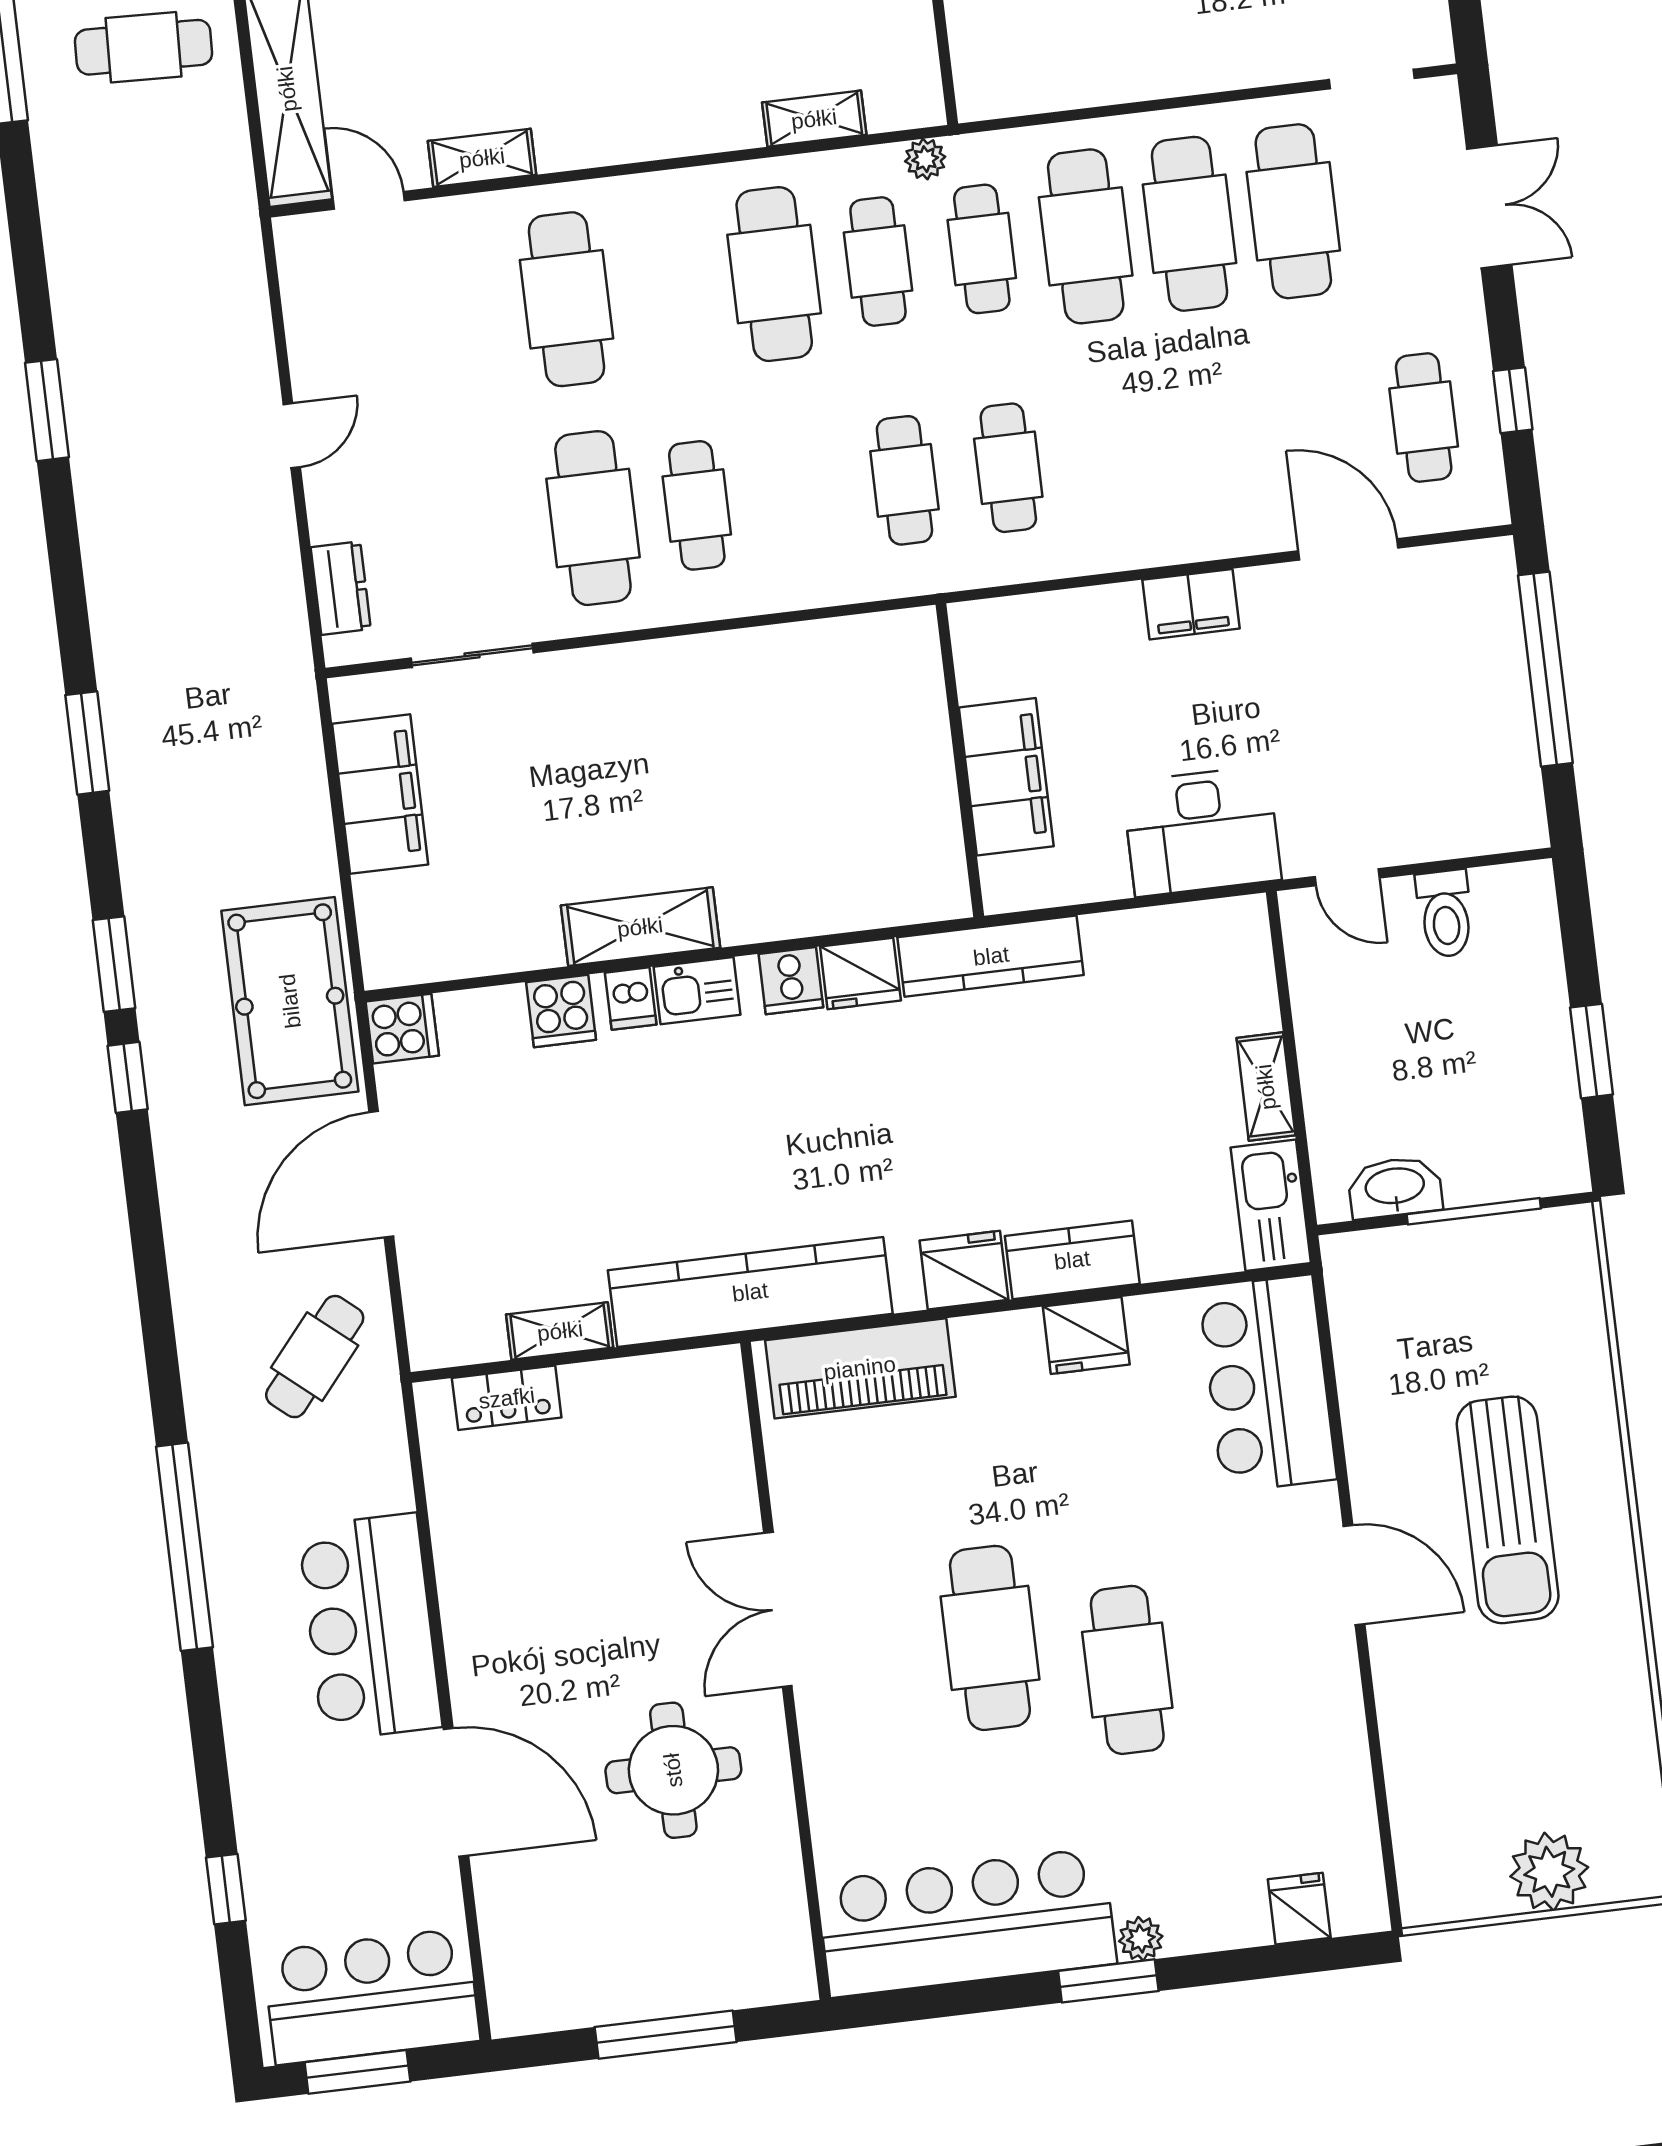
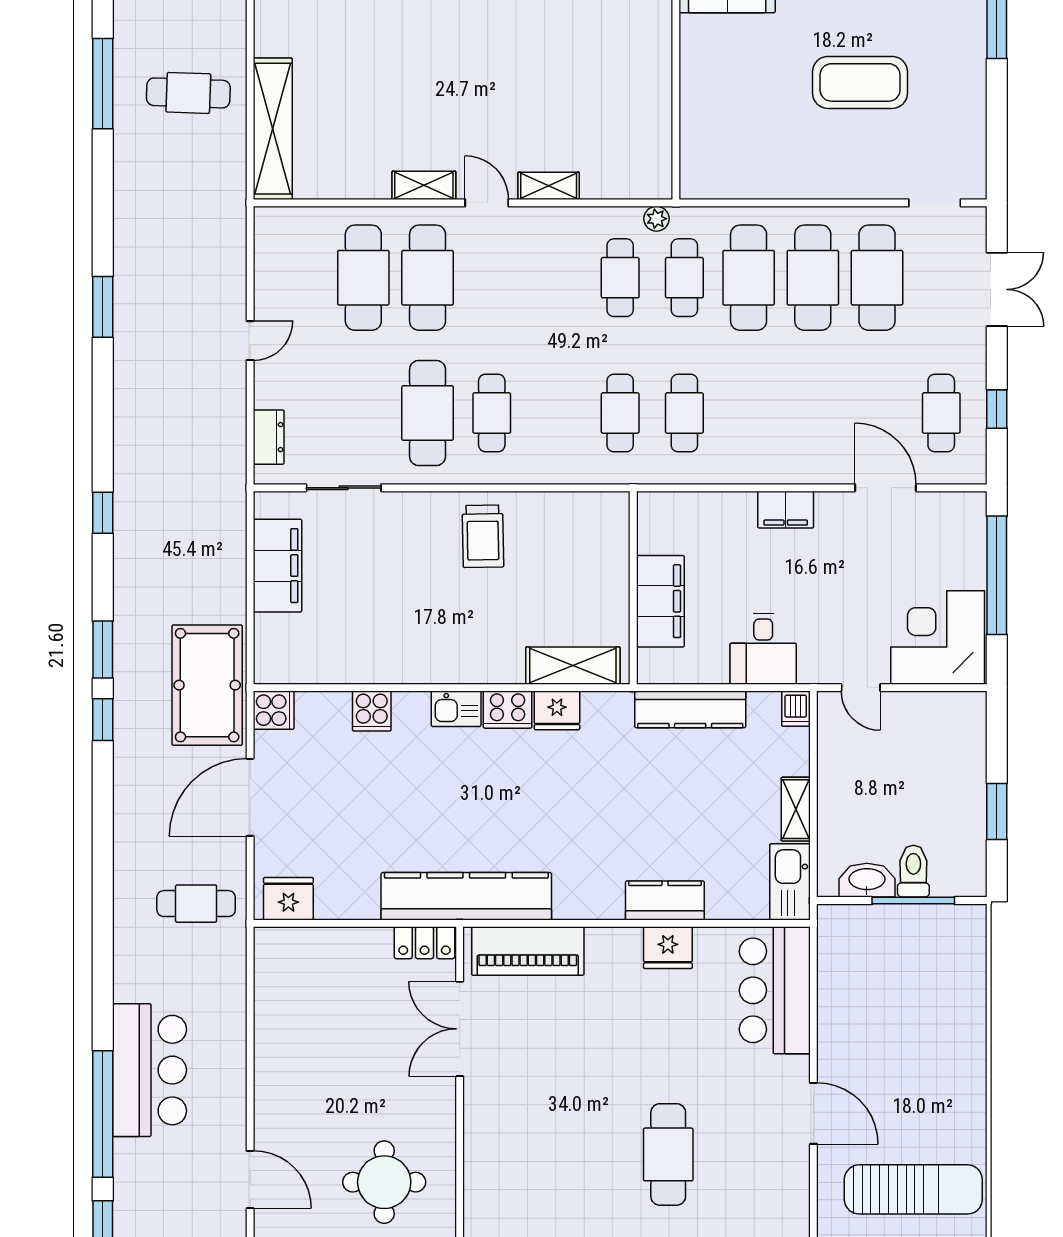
shelving: (814, 119) -> (549, 186), moved
shelving: (482, 158) -> (424, 185), moved
door: (369, 200) -> (487, 203), moved
cafe table: (774, 274) -> (363, 278), moved
trolley: (707, 706) -> (483, 536), added
window: (87, 743) -> (103, 513), width x0.67
corner desk: (1462, 781) -> (938, 637), added
desk: (1202, 831) -> (763, 649), width x0.73
toilet: (1445, 914) -> (913, 871), moved, turned 180
shelving: (640, 927) -> (573, 666), moved
kitchen counter: (991, 956) -> (690, 709), moved
cooker: (791, 981) -> (508, 710), width x1.36
dishwasher: (631, 999) -> (796, 709), moved
fridge: (964, 1270) -> (288, 899), moved
shelving: (560, 1331) -> (347, 906), removed
cafe table: (315, 1357) -> (196, 904), turned 50
locker: (507, 1398) -> (425, 943), moved
sun lounger: (1508, 1510) -> (913, 1189), moved, turned -90
window: (184, 1547) -> (103, 1114), moved
double door: (778, 1609) -> (460, 1029), moved
bar counter: (370, 1627) -> (149, 1070), moved, turned 180
cafe table: (990, 1638) -> (587, 1125), removed
door: (456, 1792) -> (250, 1180), width x0.73

